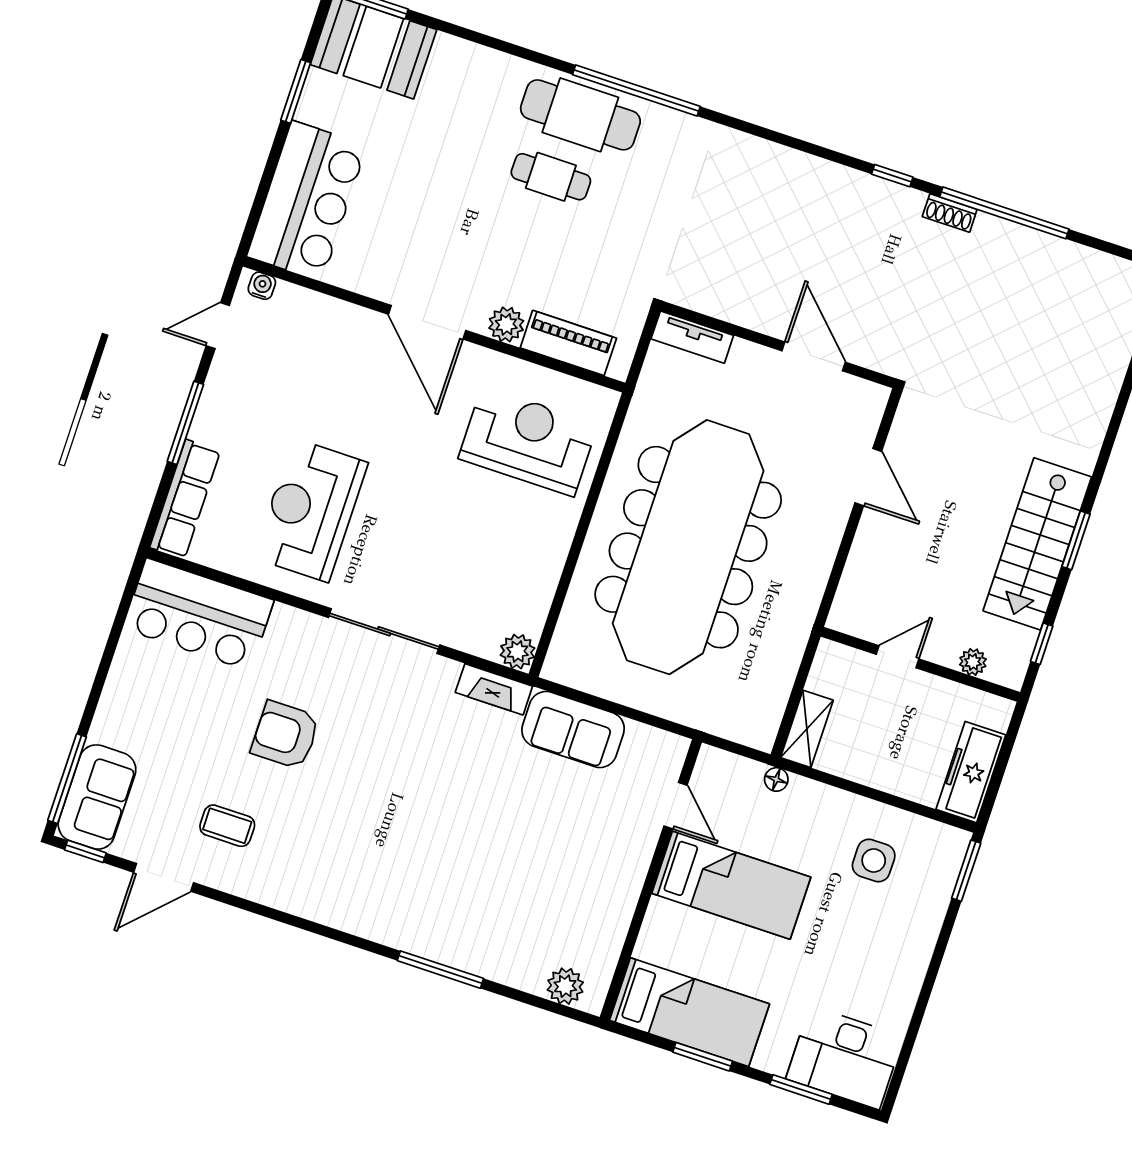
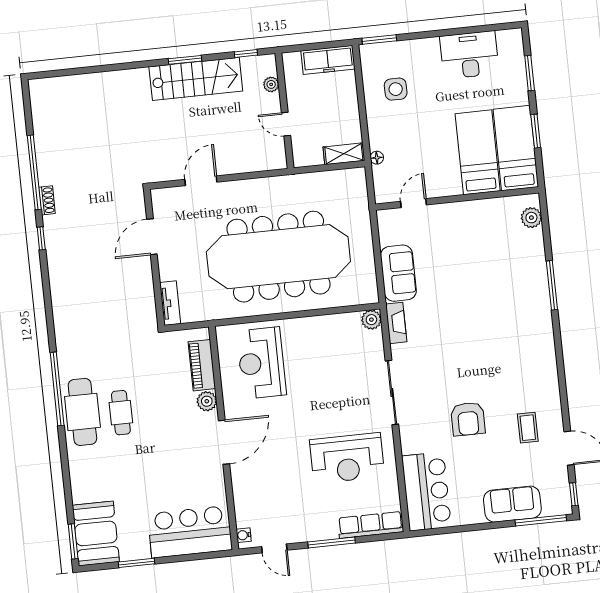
sofa: (97, 797) -> (512, 504), moved
bed: (731, 885) -> (478, 152), moved
desk: (845, 1058) -> (469, 55), moved, turned -90

